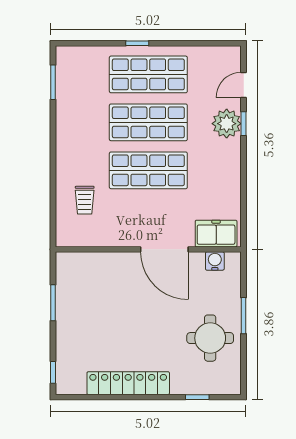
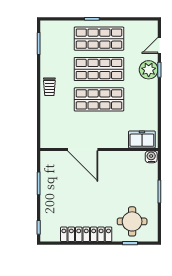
trolley: (85, 200) -> (49, 87), moved
door: (164, 249) -> (83, 150), moved
water cooler: (215, 261) -> (151, 157), moved
round table: (210, 338) -> (132, 221), moved

